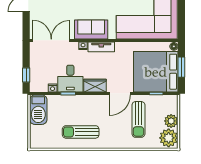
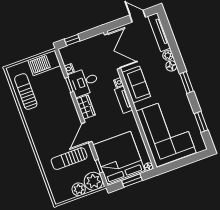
door: (120, 93) -> (87, 133), hinge flipped
sun lounger: (81, 132) -> (26, 92), moved
plant: (169, 138) -> (93, 181), moved

